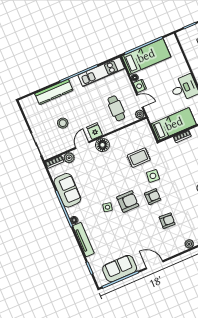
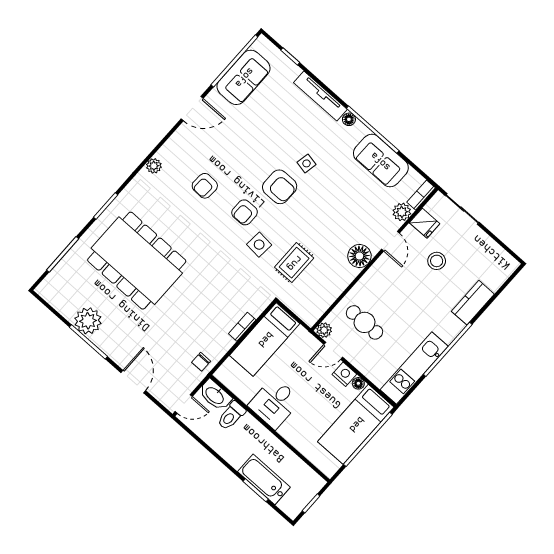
kitchen counter: (54, 92) -> (473, 303), width x0.67
fridge: (95, 131) -> (425, 223), moved
armchair: (128, 201) -> (280, 187), turned -90

